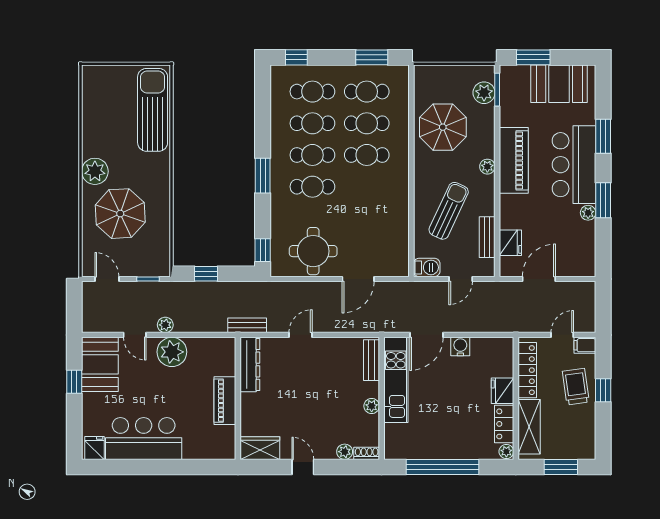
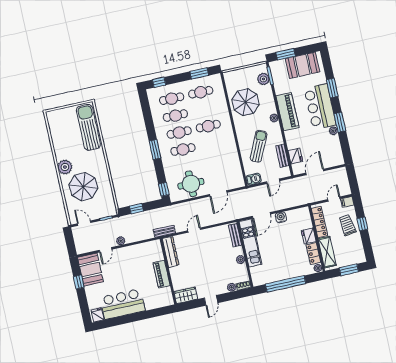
cafe table: (367, 123) -> (204, 109), removed
door: (135, 335) -> (106, 250), hinge flipped
plant: (172, 352) -> (127, 254), removed
door: (303, 467) -> (211, 300), swing flipped

